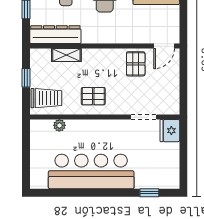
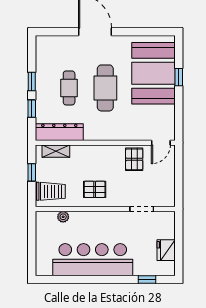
shelving: (66, 55) -> (56, 151), moved
fridge: (170, 131) -> (166, 250), moved

